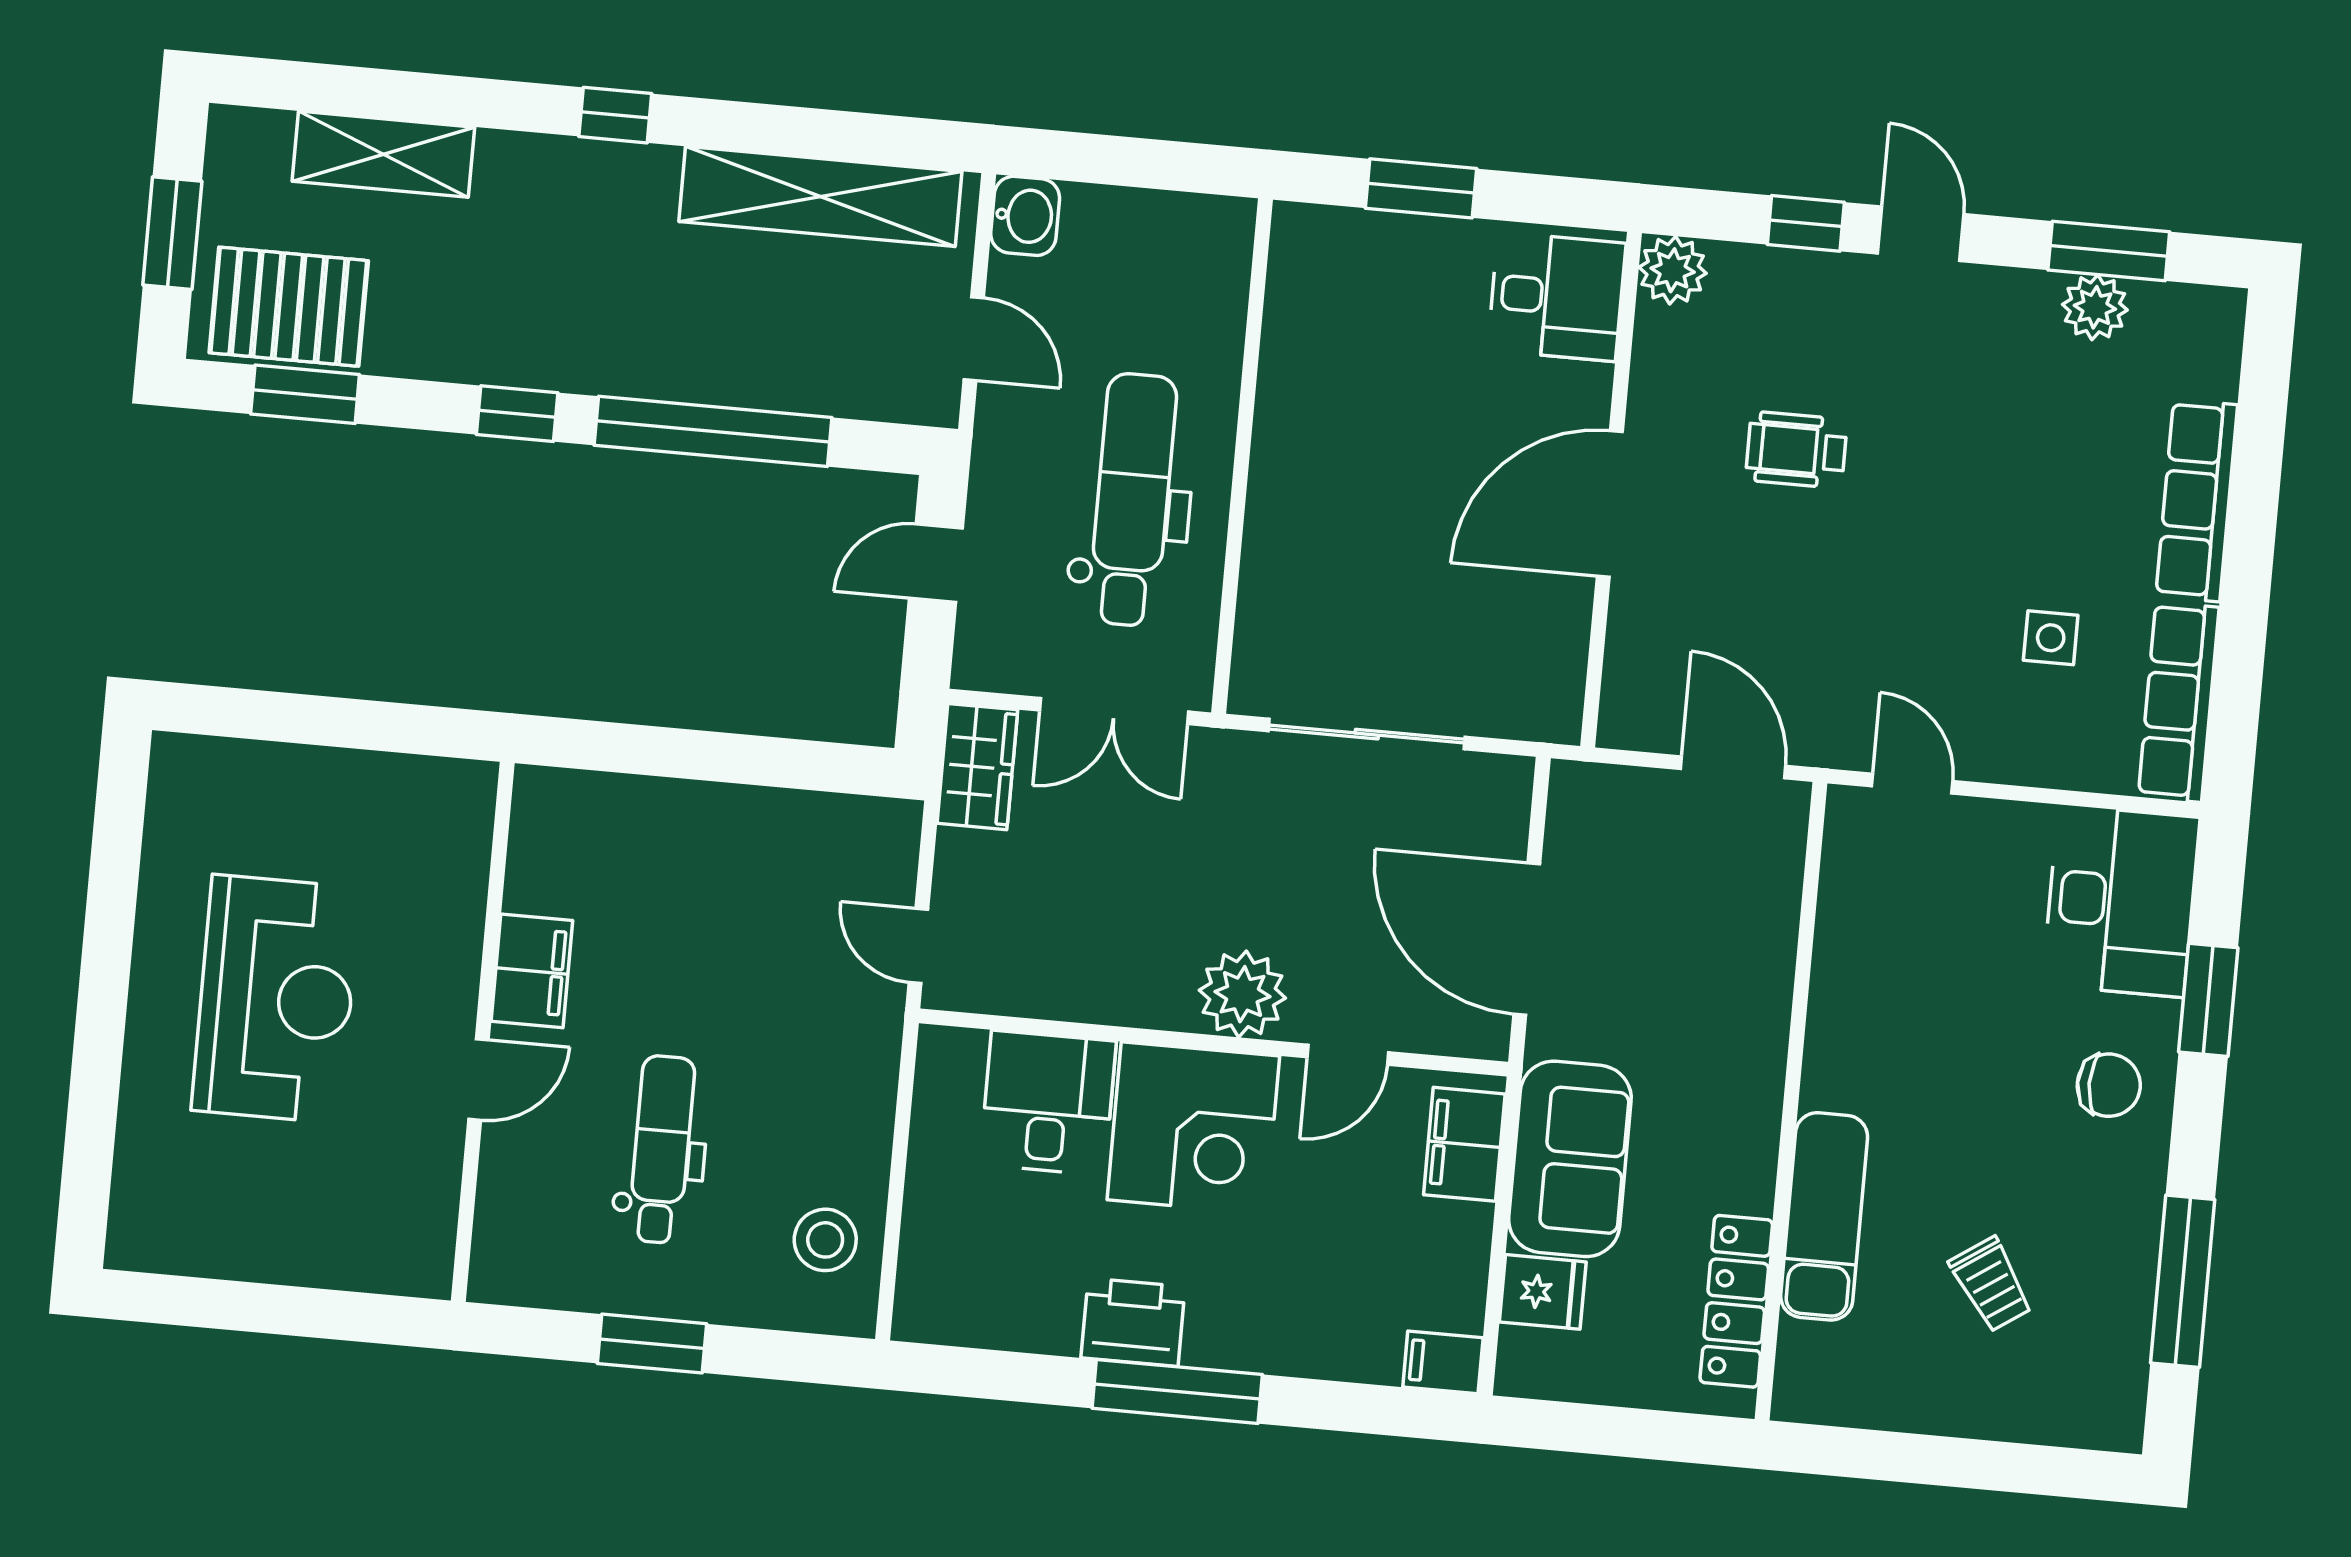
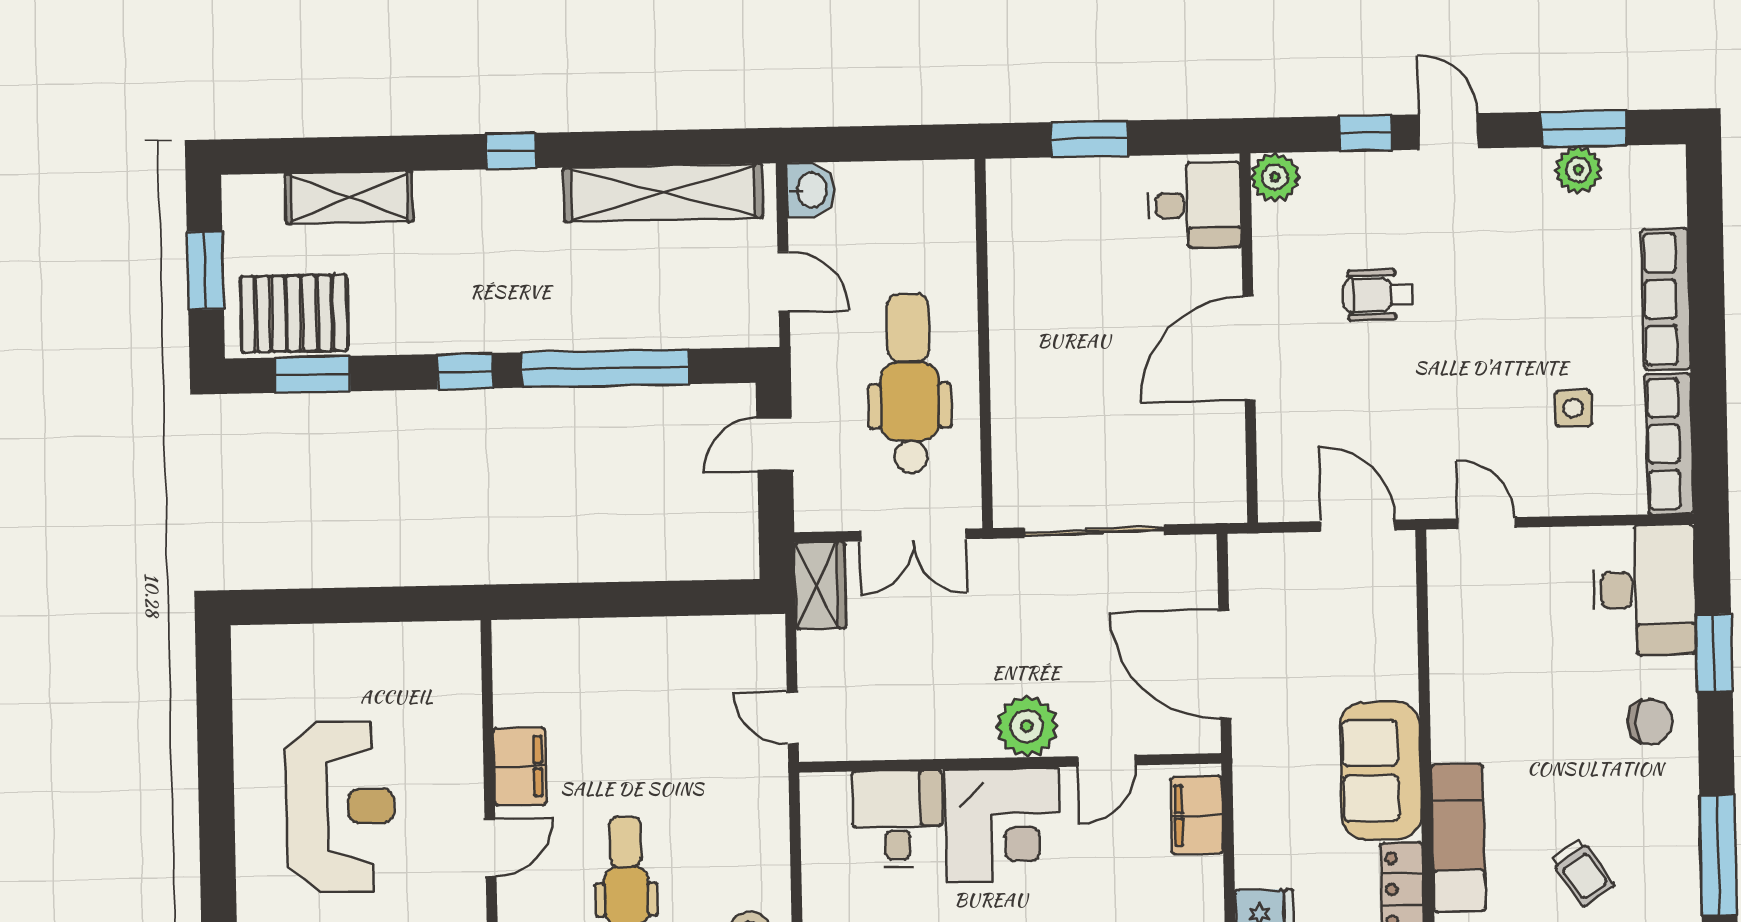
sofa: (1570, 1159) -> (1381, 771), moved, turned 180

